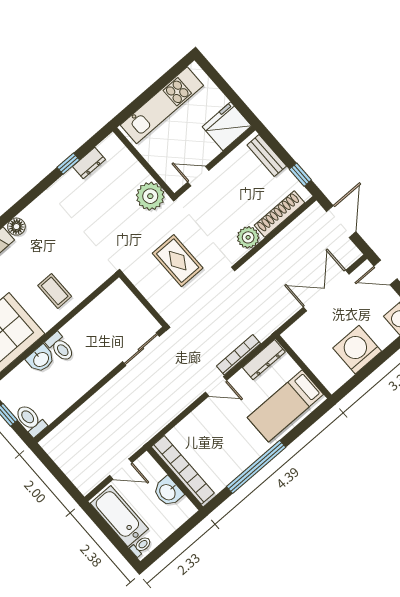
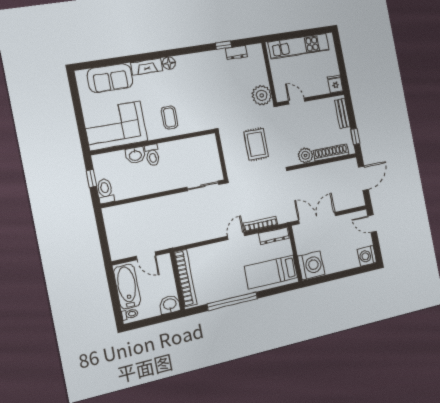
fridge: (227, 126) -> (335, 84), width x0.53, depth x0.75
double door: (326, 291) -> (317, 218), moved
washing machine: (357, 350) -> (311, 265), moved, turned 90
door: (216, 386) -> (236, 236), swing flipped
washbasin: (168, 492) -> (170, 305), moved, turned 90

